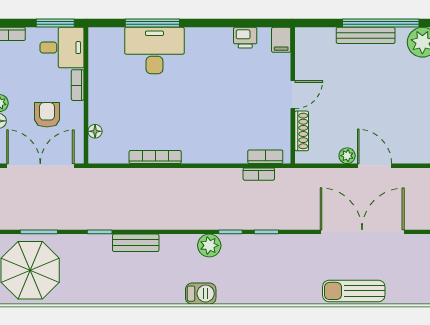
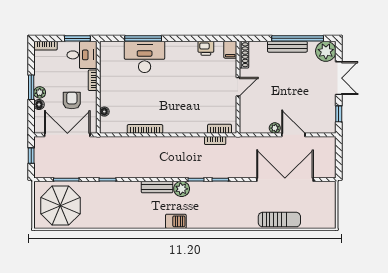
shoe rack: (302, 131) -> (244, 55), moved
bench: (136, 243) -> (157, 187), moved
sun lounger: (354, 291) -> (279, 220), turned 180

